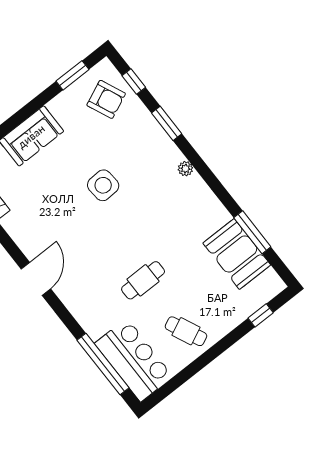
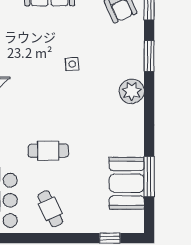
plant: (185, 169) -> (132, 91), width x1.88, depth x1.88
side table: (103, 185) -> (72, 64), width x0.54, depth x0.54

